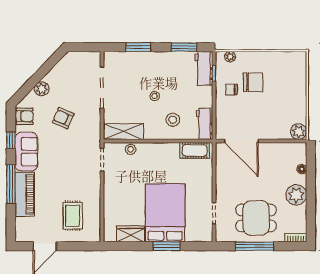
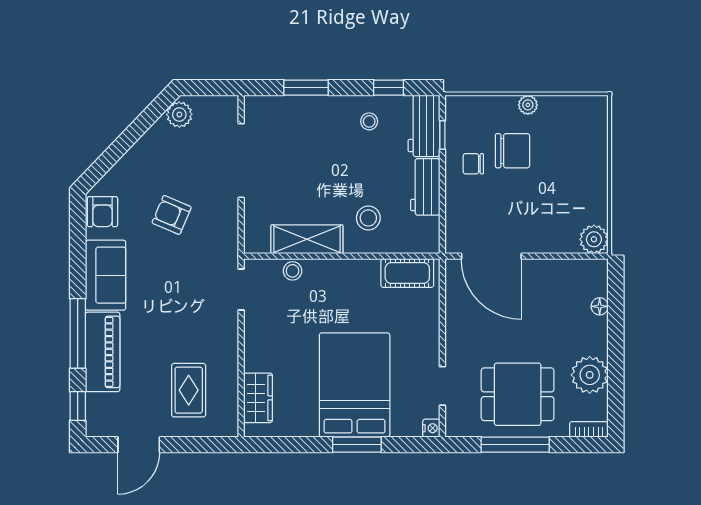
window: (184, 47) -> (389, 88), width x0.67
plant: (230, 57) -> (528, 105), moved
plant: (42, 89) -> (179, 114), moved
stool: (155, 96) -> (369, 121), moved
armchair: (25, 116) -> (102, 212), turned 90
workbench: (205, 124) -> (425, 187), moved
shelving: (123, 132) -> (307, 239), moved
window: (11, 140) -> (78, 406), moved
plant: (296, 195) -> (590, 375), moved
wardrobe: (131, 234) -> (258, 398), moved, turned 90
nightstand: (208, 237) -> (431, 428), added

